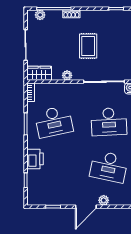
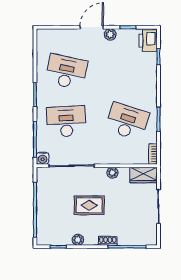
plant: (40, 15) -> (78, 240), moved
rug: (88, 46) -> (89, 205), turned 90
desk: (54, 122) -> (127, 121), turned 30
printer: (35, 159) -> (148, 41), moved
plant: (104, 200) -> (110, 34), moved

